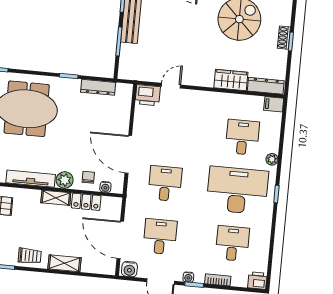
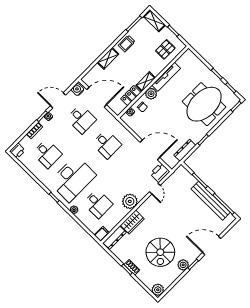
plant: (209, 103) -> (130, 201), added
door: (128, 154) -> (150, 150), moved

